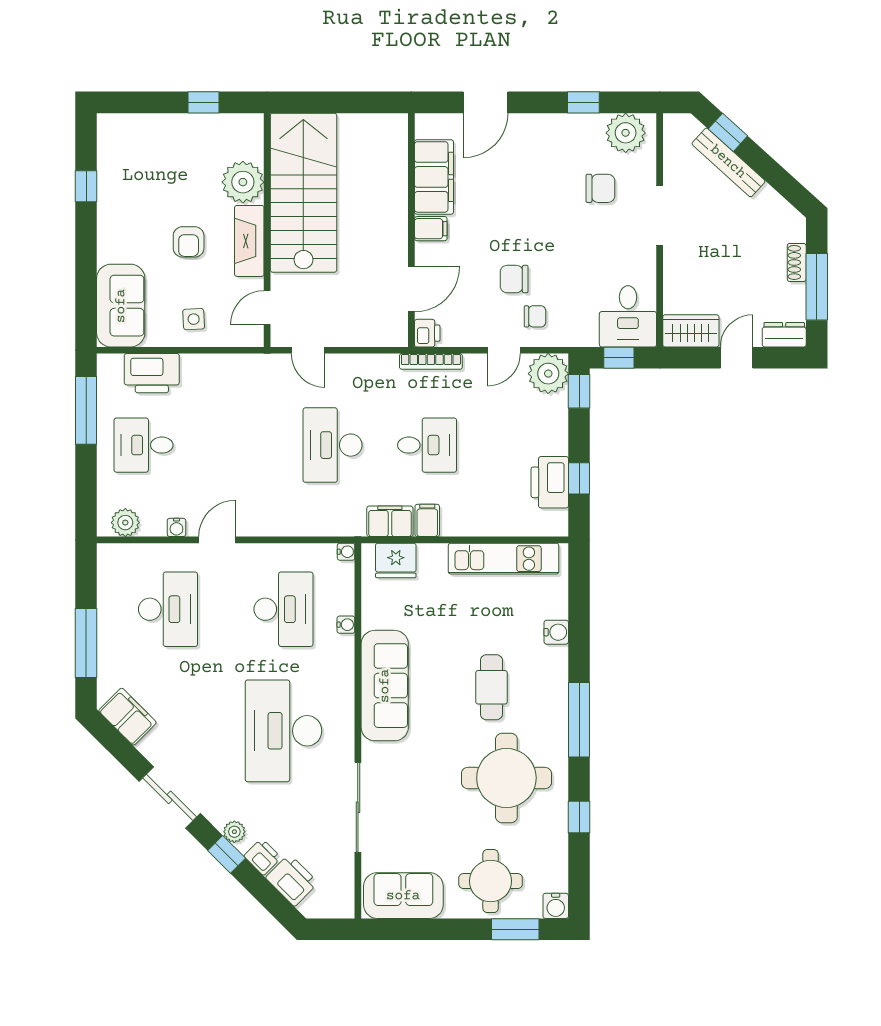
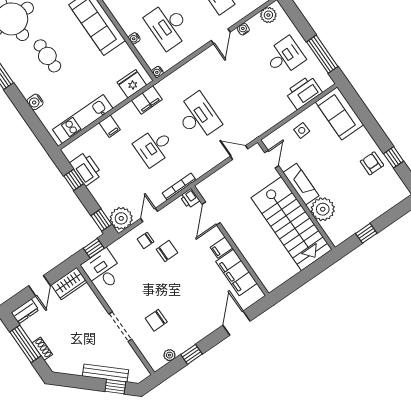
plant: (626, 133) -> (169, 355), width x0.53, depth x0.53
armchair: (189, 242) -> (372, 163), moved
filing cabinet: (427, 520) -> (110, 126), moved

